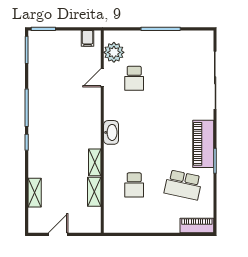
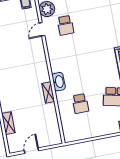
washbasin: (111, 132) -> (59, 82), moved
shelving: (94, 192) -> (52, 114), removed

